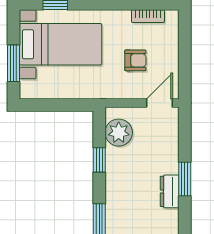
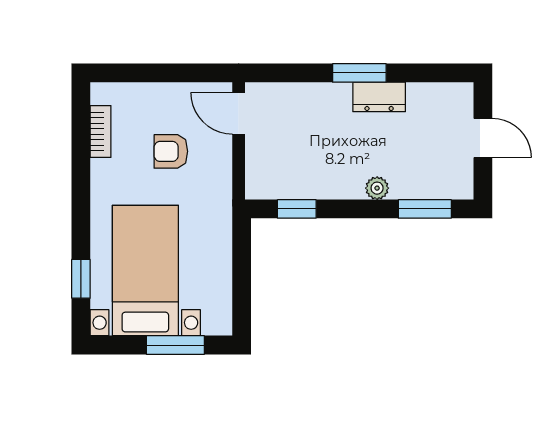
armchair: (135, 60) -> (171, 151), turned -90
plant: (119, 133) -> (377, 188), moved, width x0.53, depth x0.53
window: (99, 160) -> (297, 209), moved

